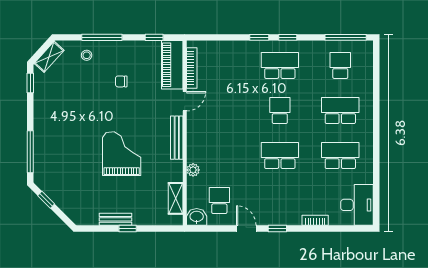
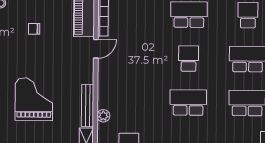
bench: (177, 138) -> (88, 105), moved

